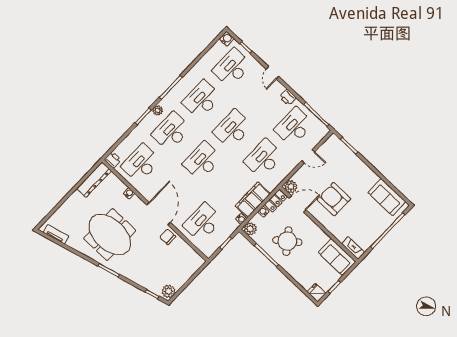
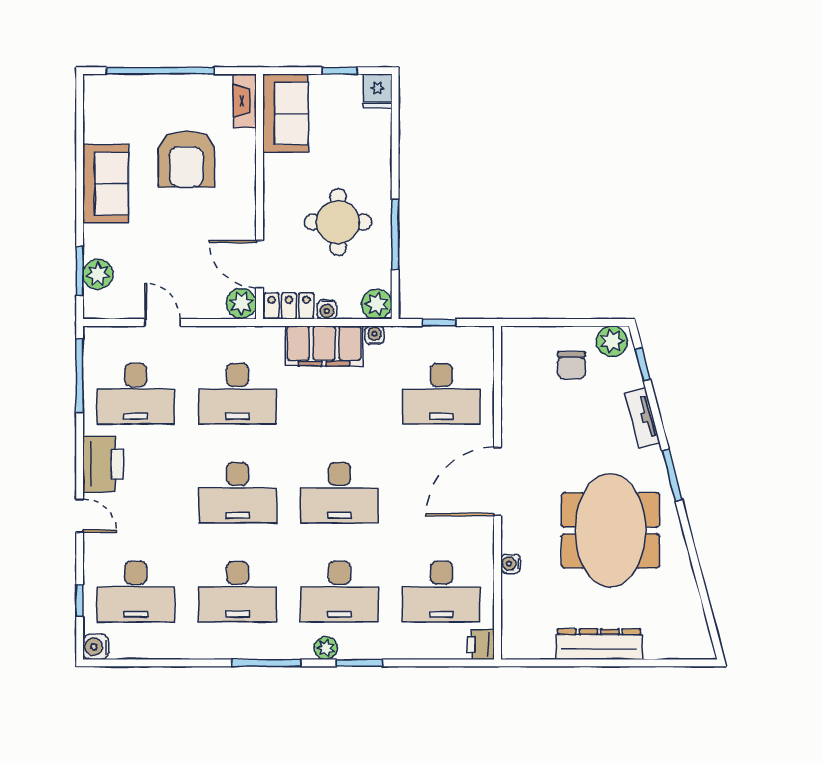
door: (272, 73) -> (80, 516), hinge flipped
printer: (288, 97) -> (103, 464), width x1.87, depth x1.48
plant: (343, 150) -> (98, 274), added
dresser: (94, 180) -> (599, 644), moved
sofa: (387, 197) -> (106, 184), moved
armchair: (334, 199) -> (186, 159), moved
tv unit: (56, 234) -> (642, 418), moved
chair: (168, 237) -> (571, 365), moved
round table: (287, 241) -> (338, 222), turned 38

